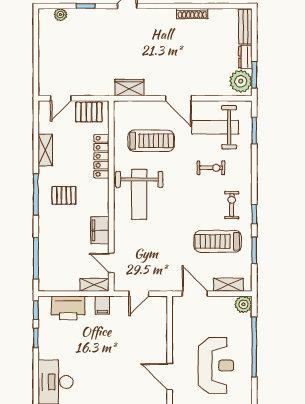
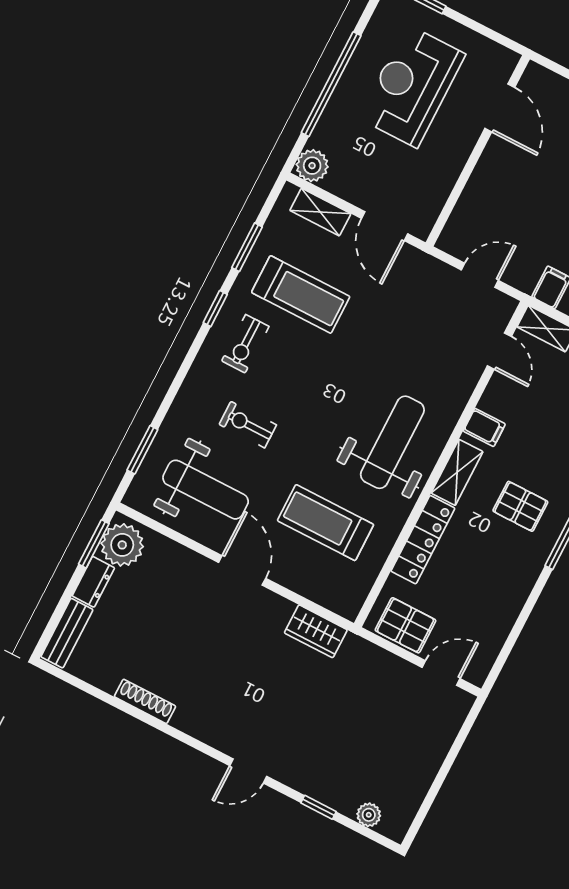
shelving: (45, 150) -> (457, 472), moved
filing cabinet: (100, 230) -> (484, 428), width x0.50

